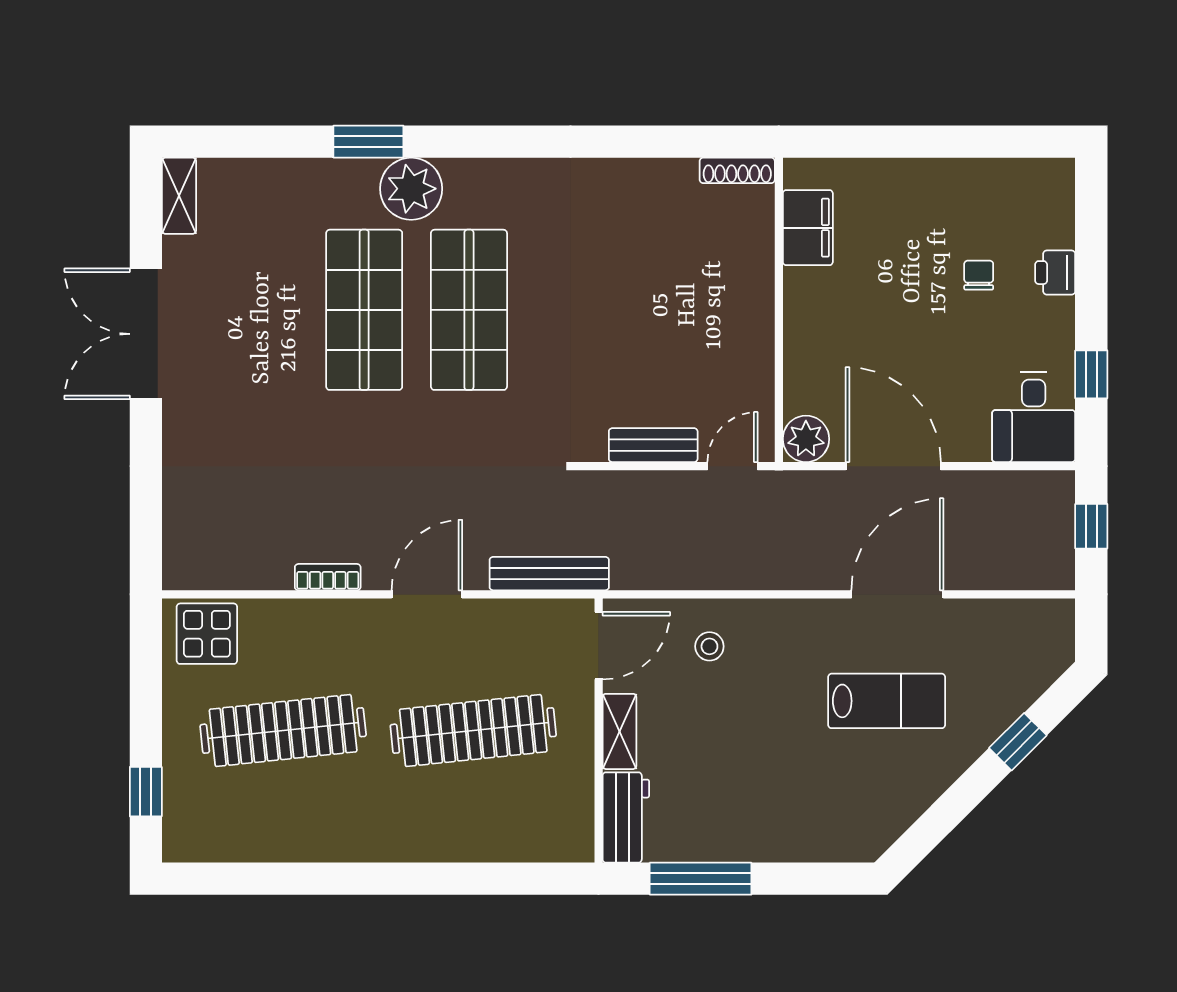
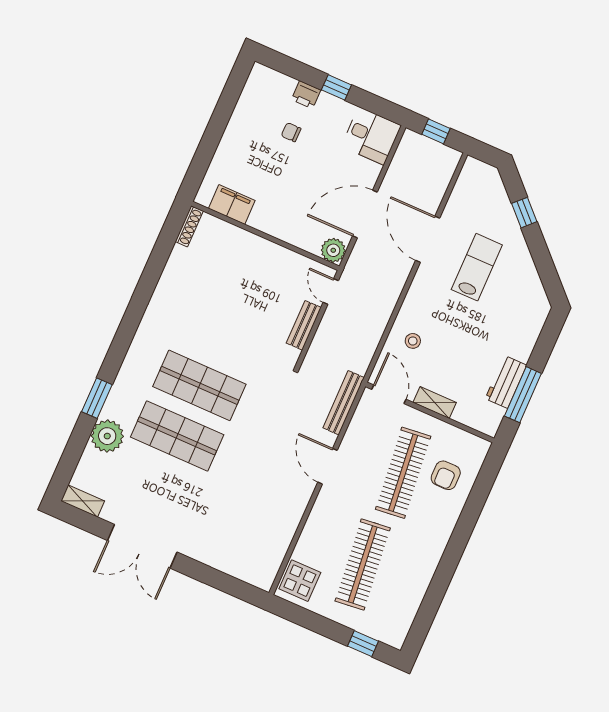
plant: (411, 189) -> (107, 436), moved
window: (1091, 374) -> (336, 87), moved
bookcase: (328, 577) -> (298, 510), removed
armchair: (501, 806) -> (446, 475), added
workbench: (626, 817) -> (506, 382), moved, turned -90

